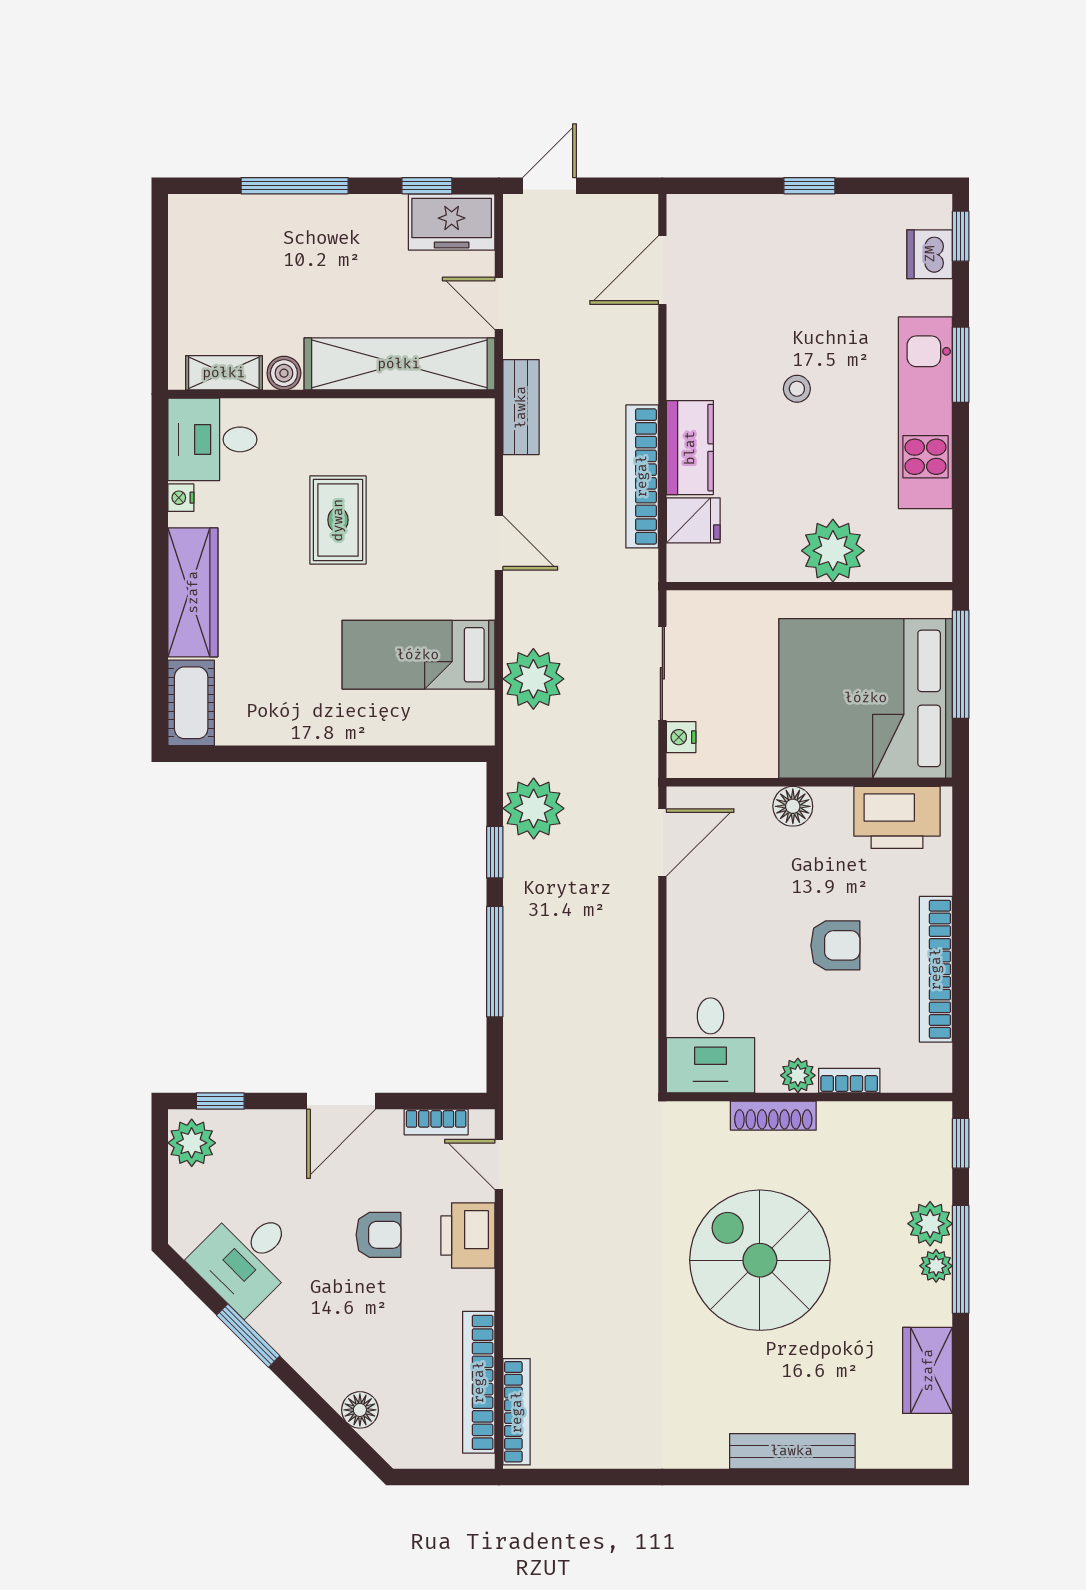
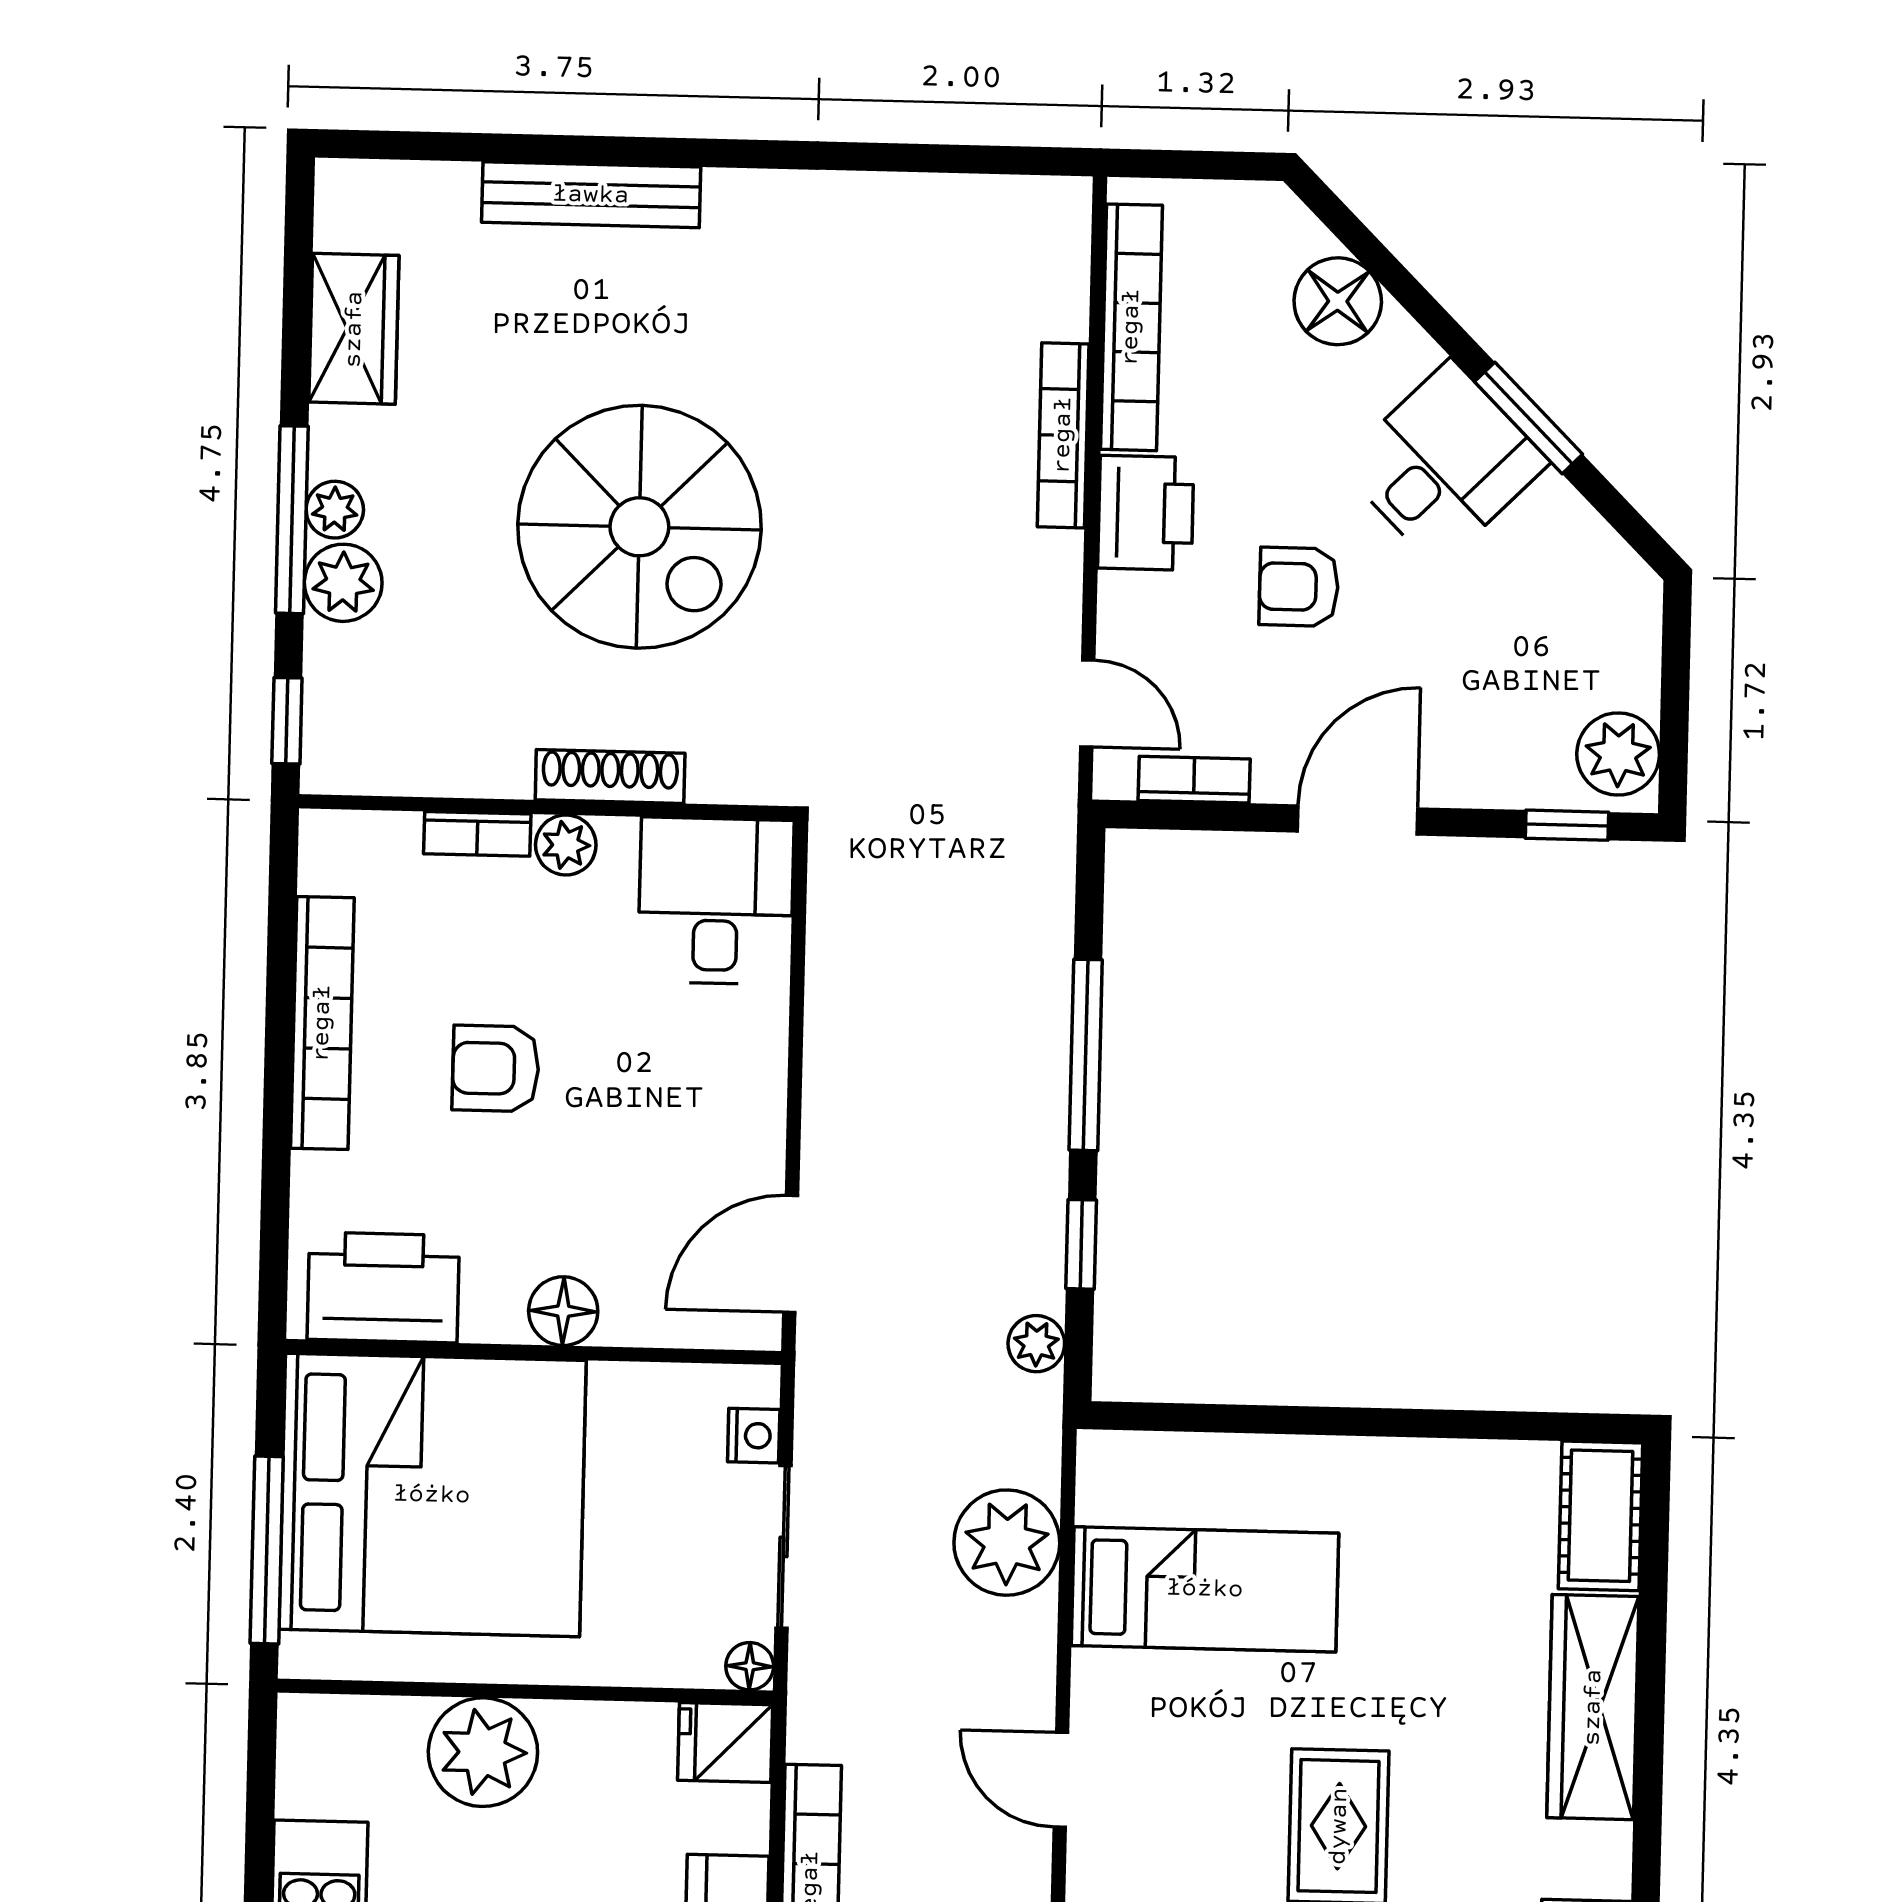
nightstand: (181, 498) -> (1610, 1871), removed
fridge: (693, 520) -> (725, 1743), moved
floor lamp: (680, 604) -> (750, 1666), added
plant: (534, 808) -> (1036, 1344), width x0.53, depth x0.53
printer: (468, 1236) -> (1146, 513), moved
desk: (246, 1258) -> (1444, 464), moved
floor lamp: (360, 1410) -> (1338, 301), width x1.38, depth x1.38
bookcase: (517, 1412) -> (1063, 435), moved

